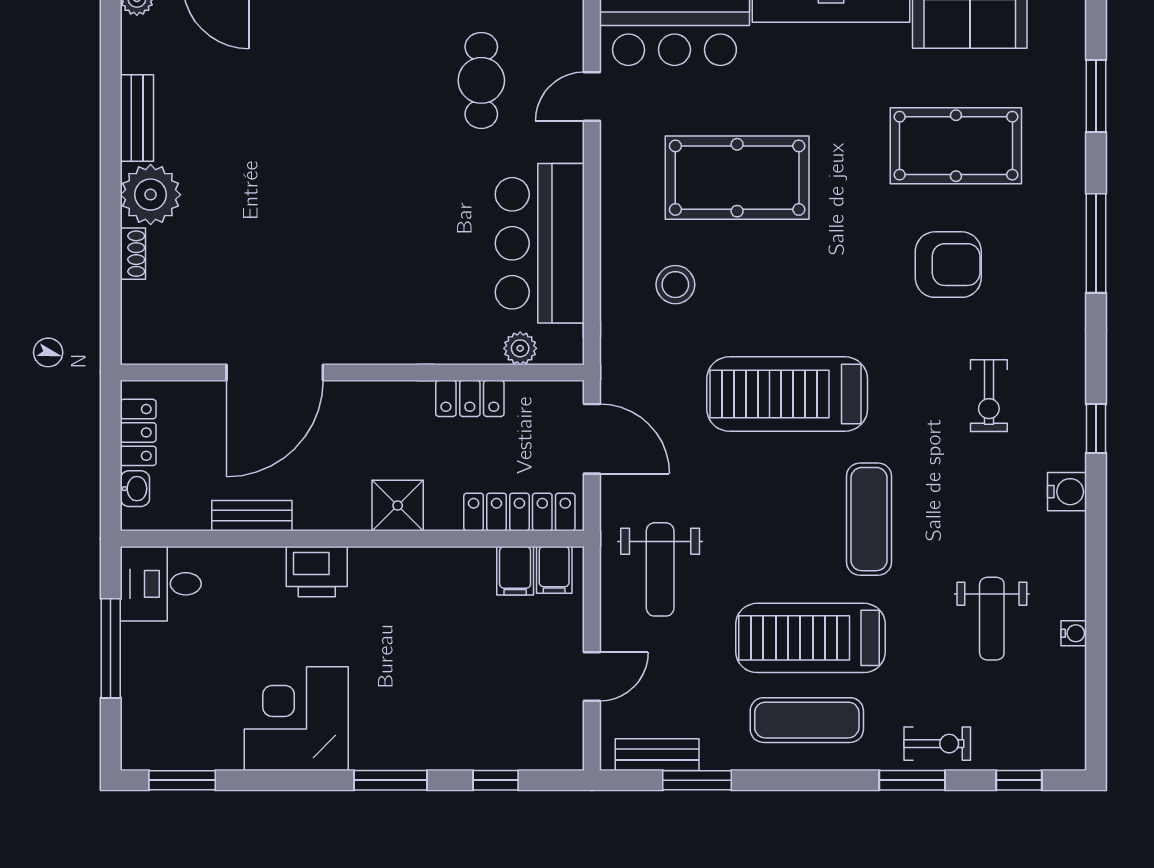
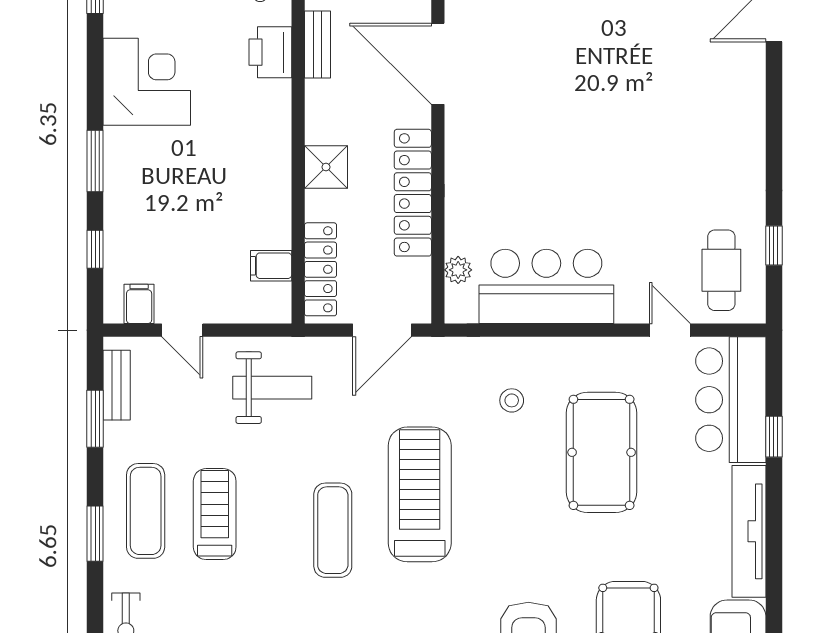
cafe table: (481, 80) -> (721, 270), moved, turned 90
stool: (675, 285) -> (512, 400), width x0.73, depth x0.73
locker: (470, 398) -> (413, 193), width x2.16, depth x1.21
exercise mat: (869, 519) -> (333, 530), moved, turned 90
weight bench: (660, 569) -> (272, 388), turned 180
filing cabinet: (554, 570) -> (139, 304), moved, turned 90
printer: (317, 572) -> (270, 52), moved
treadmill: (811, 638) -> (215, 514), width x0.73, depth x0.73
window: (912, 780) -> (95, 534), moved

